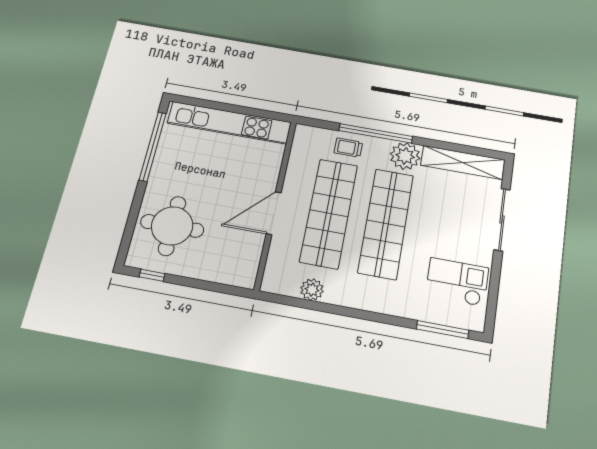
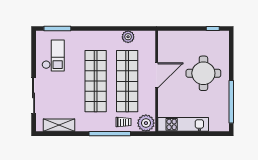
kitchen unit: (229, 123) -> (183, 124), width x0.73
plant: (405, 156) -> (146, 123), moved
shelving: (463, 162) -> (59, 125), width x0.68
round table: (172, 226) -> (203, 73), moved
checkout: (457, 282) -> (53, 56), turned -90

